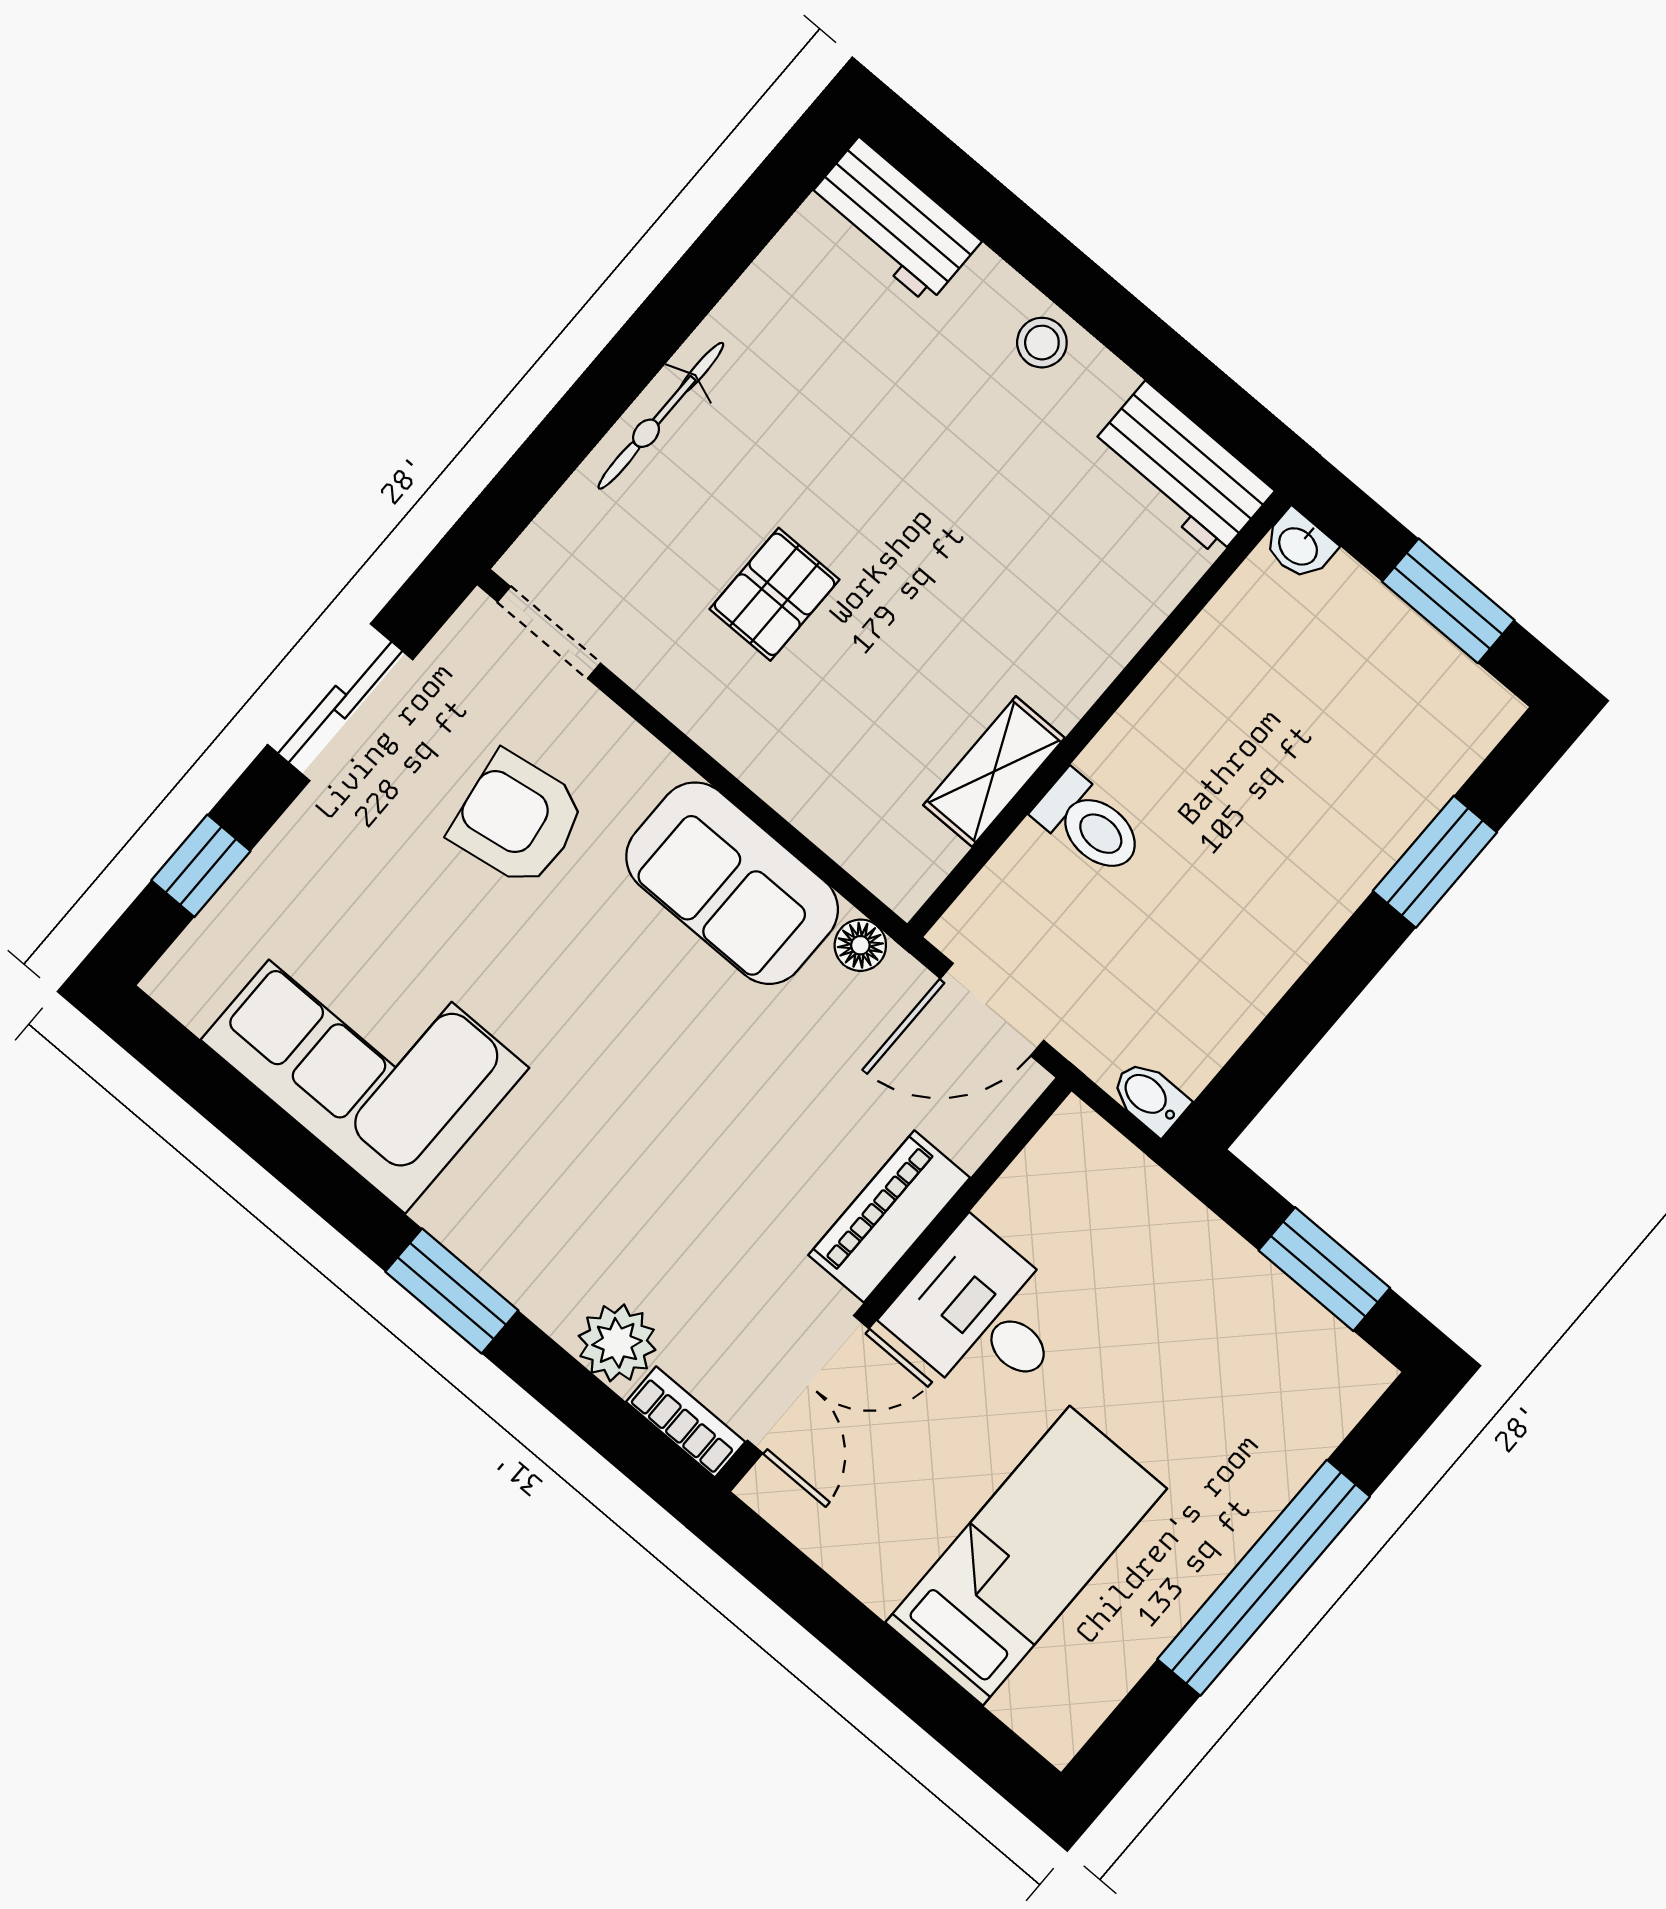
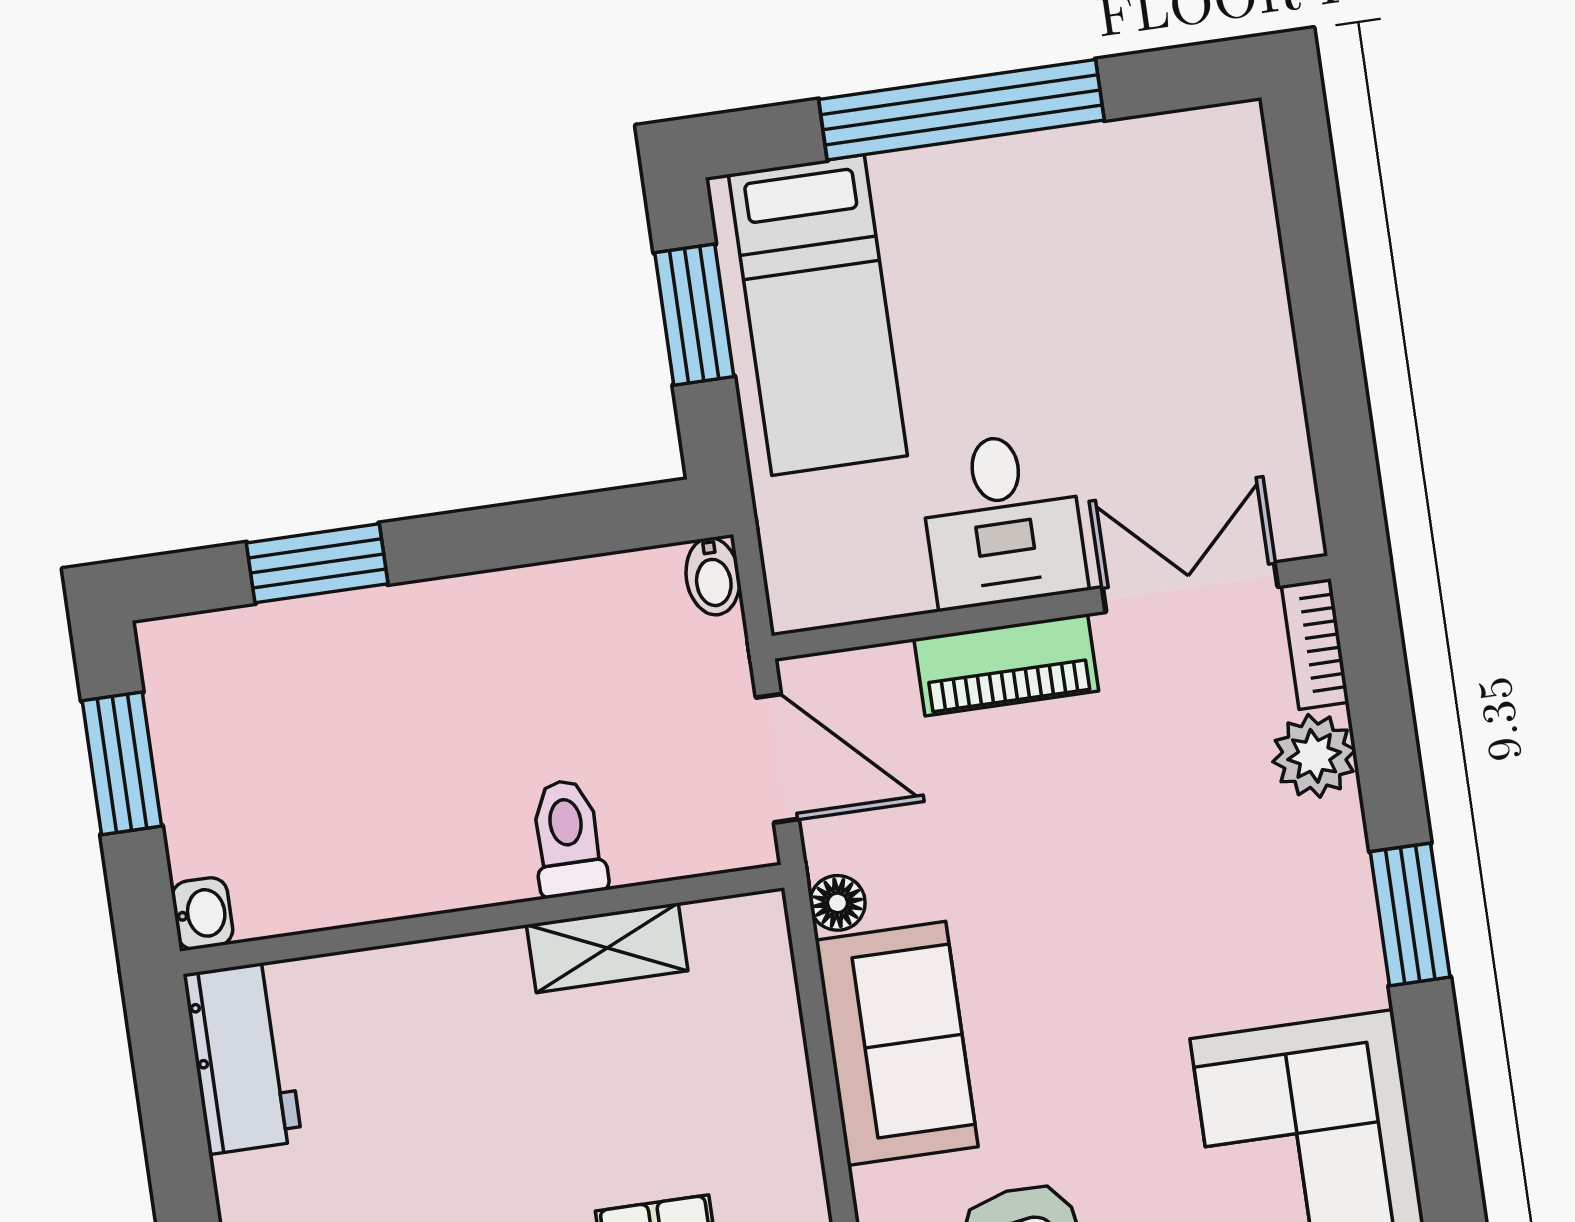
bed: (1026, 1556) -> (818, 315), moved, turned -90

